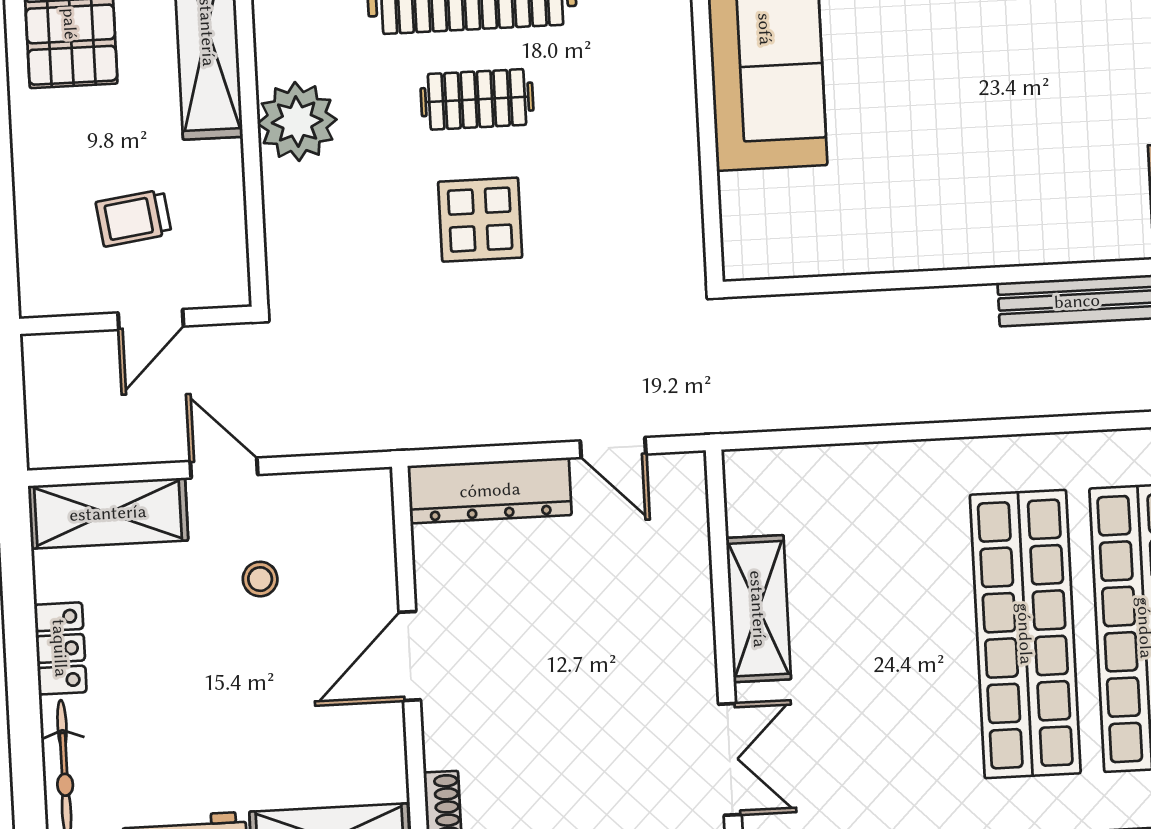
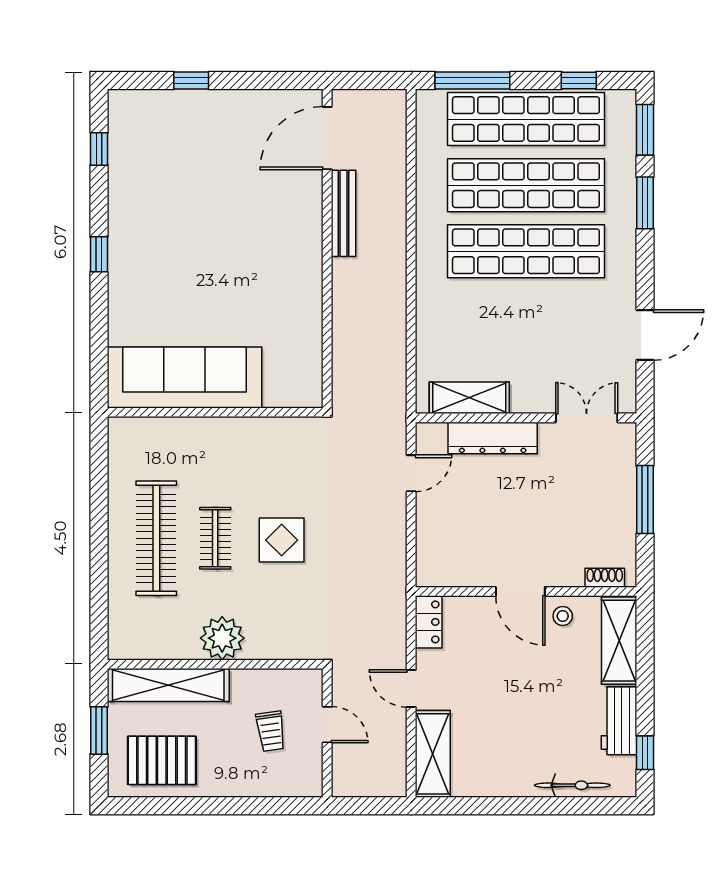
door: (224, 468) -> (411, 689), hinge flipped
dresser: (490, 490) -> (493, 438), moved, turned 90
stool: (260, 579) -> (563, 616), moved
shelving: (758, 609) -> (469, 398), moved
locker: (60, 648) -> (429, 622), moved, turned 90

